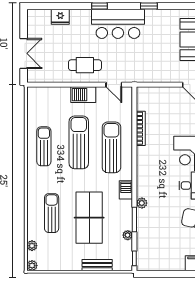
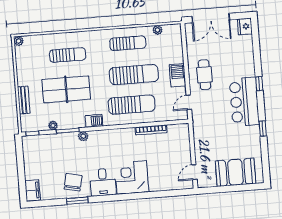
fridge: (60, 17) -> (245, 26), moved
double door: (24, 53) -> (211, 18), width x1.37
plant: (32, 246) -> (158, 30), moved

